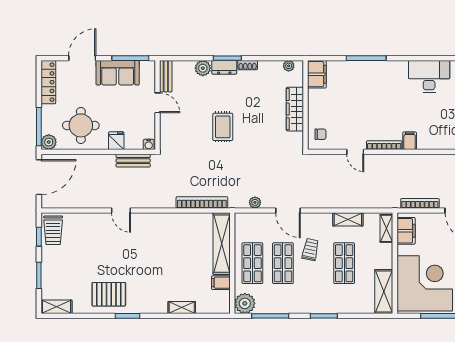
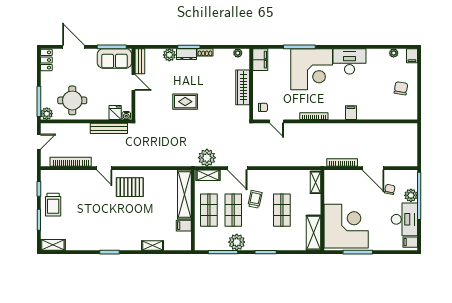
door: (82, 58) -> (73, 47), hinge flipped
sofa: (118, 73) -> (114, 58), moved
locker: (48, 82) -> (46, 60), width x0.66
corner desk: (381, 86) -> (312, 69), added
rug: (223, 127) -> (185, 102), turned 90
fridge: (116, 141) -> (115, 113), moved
filing cabinet: (410, 141) -> (351, 113), moved
door: (355, 152) -> (277, 121), moved
bench: (133, 161) -> (109, 128), width x1.36
door: (39, 177) -> (39, 142), width x0.53
bookcase: (202, 202) -> (71, 162), moved
plant: (255, 202) -> (207, 158), width x1.88, depth x1.88
shelving: (348, 219) -> (208, 175), moved
trolley: (53, 230) -> (53, 205), moved
filing cabinet: (406, 231) -> (331, 184), removed
pallet: (109, 294) -> (130, 187), moved
plant: (245, 303) -> (237, 242), moved

